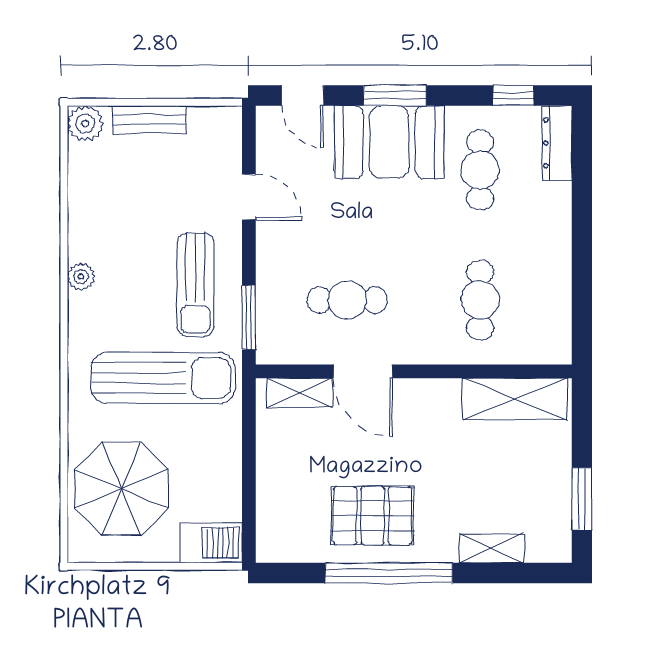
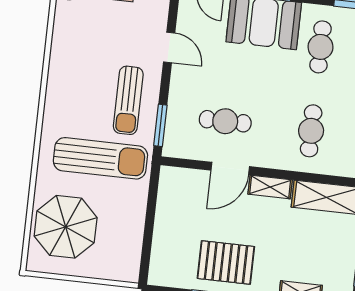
plant: (81, 277) -> (55, 87), removed
door: (363, 371) -> (230, 168), hinge flipped
shelving: (300, 393) -> (270, 187), moved
barbecue: (211, 543) -> (120, 268), removed

